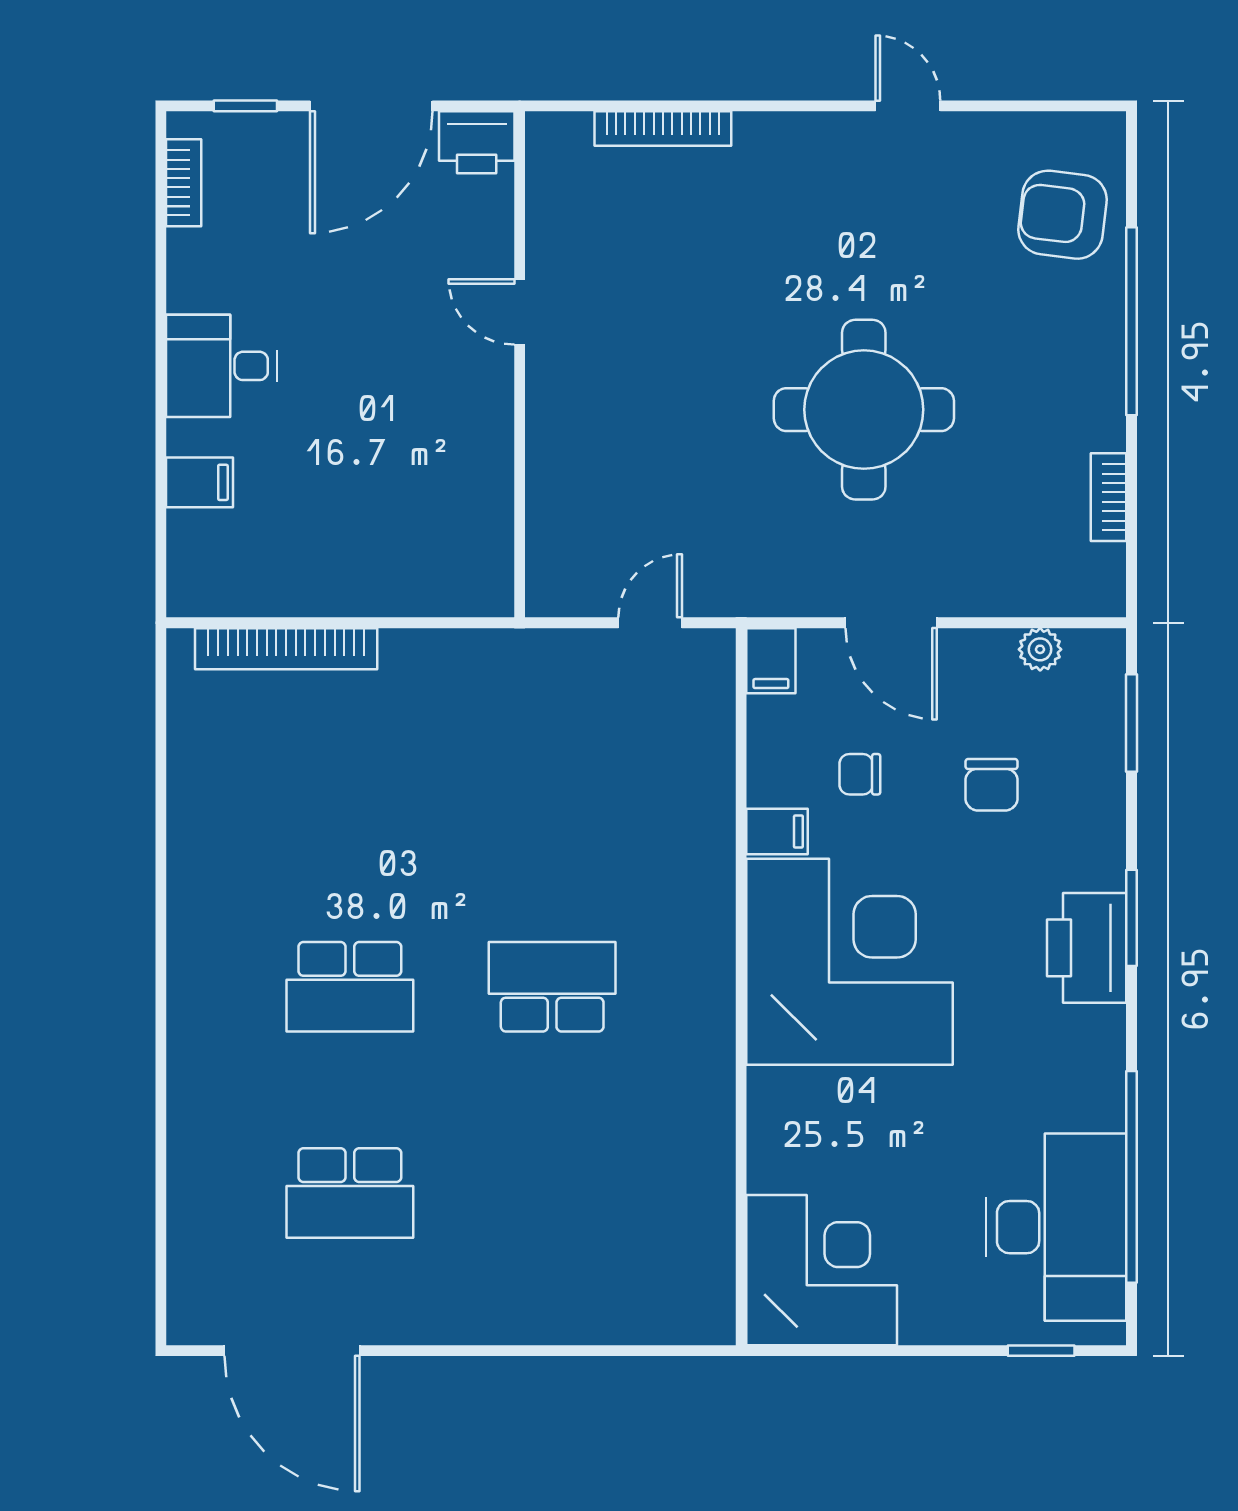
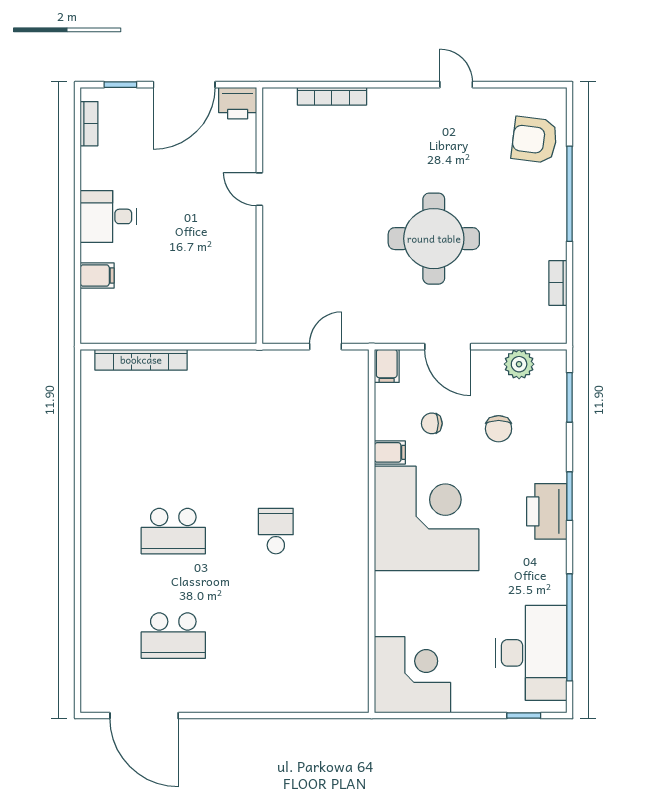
plant: (1040, 649) -> (519, 364), width x1.38, depth x1.38
school desk: (552, 987) -> (276, 531), width x0.54

